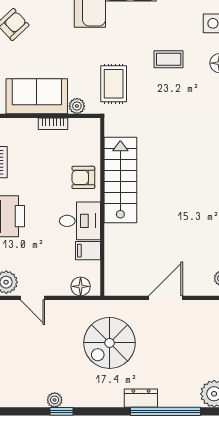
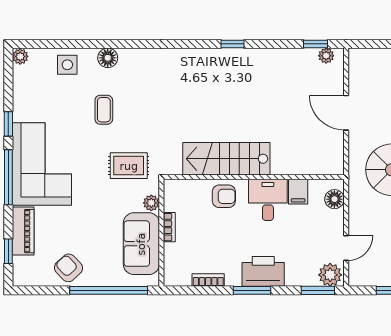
armchair: (83, 177) -> (224, 196), turned -90

